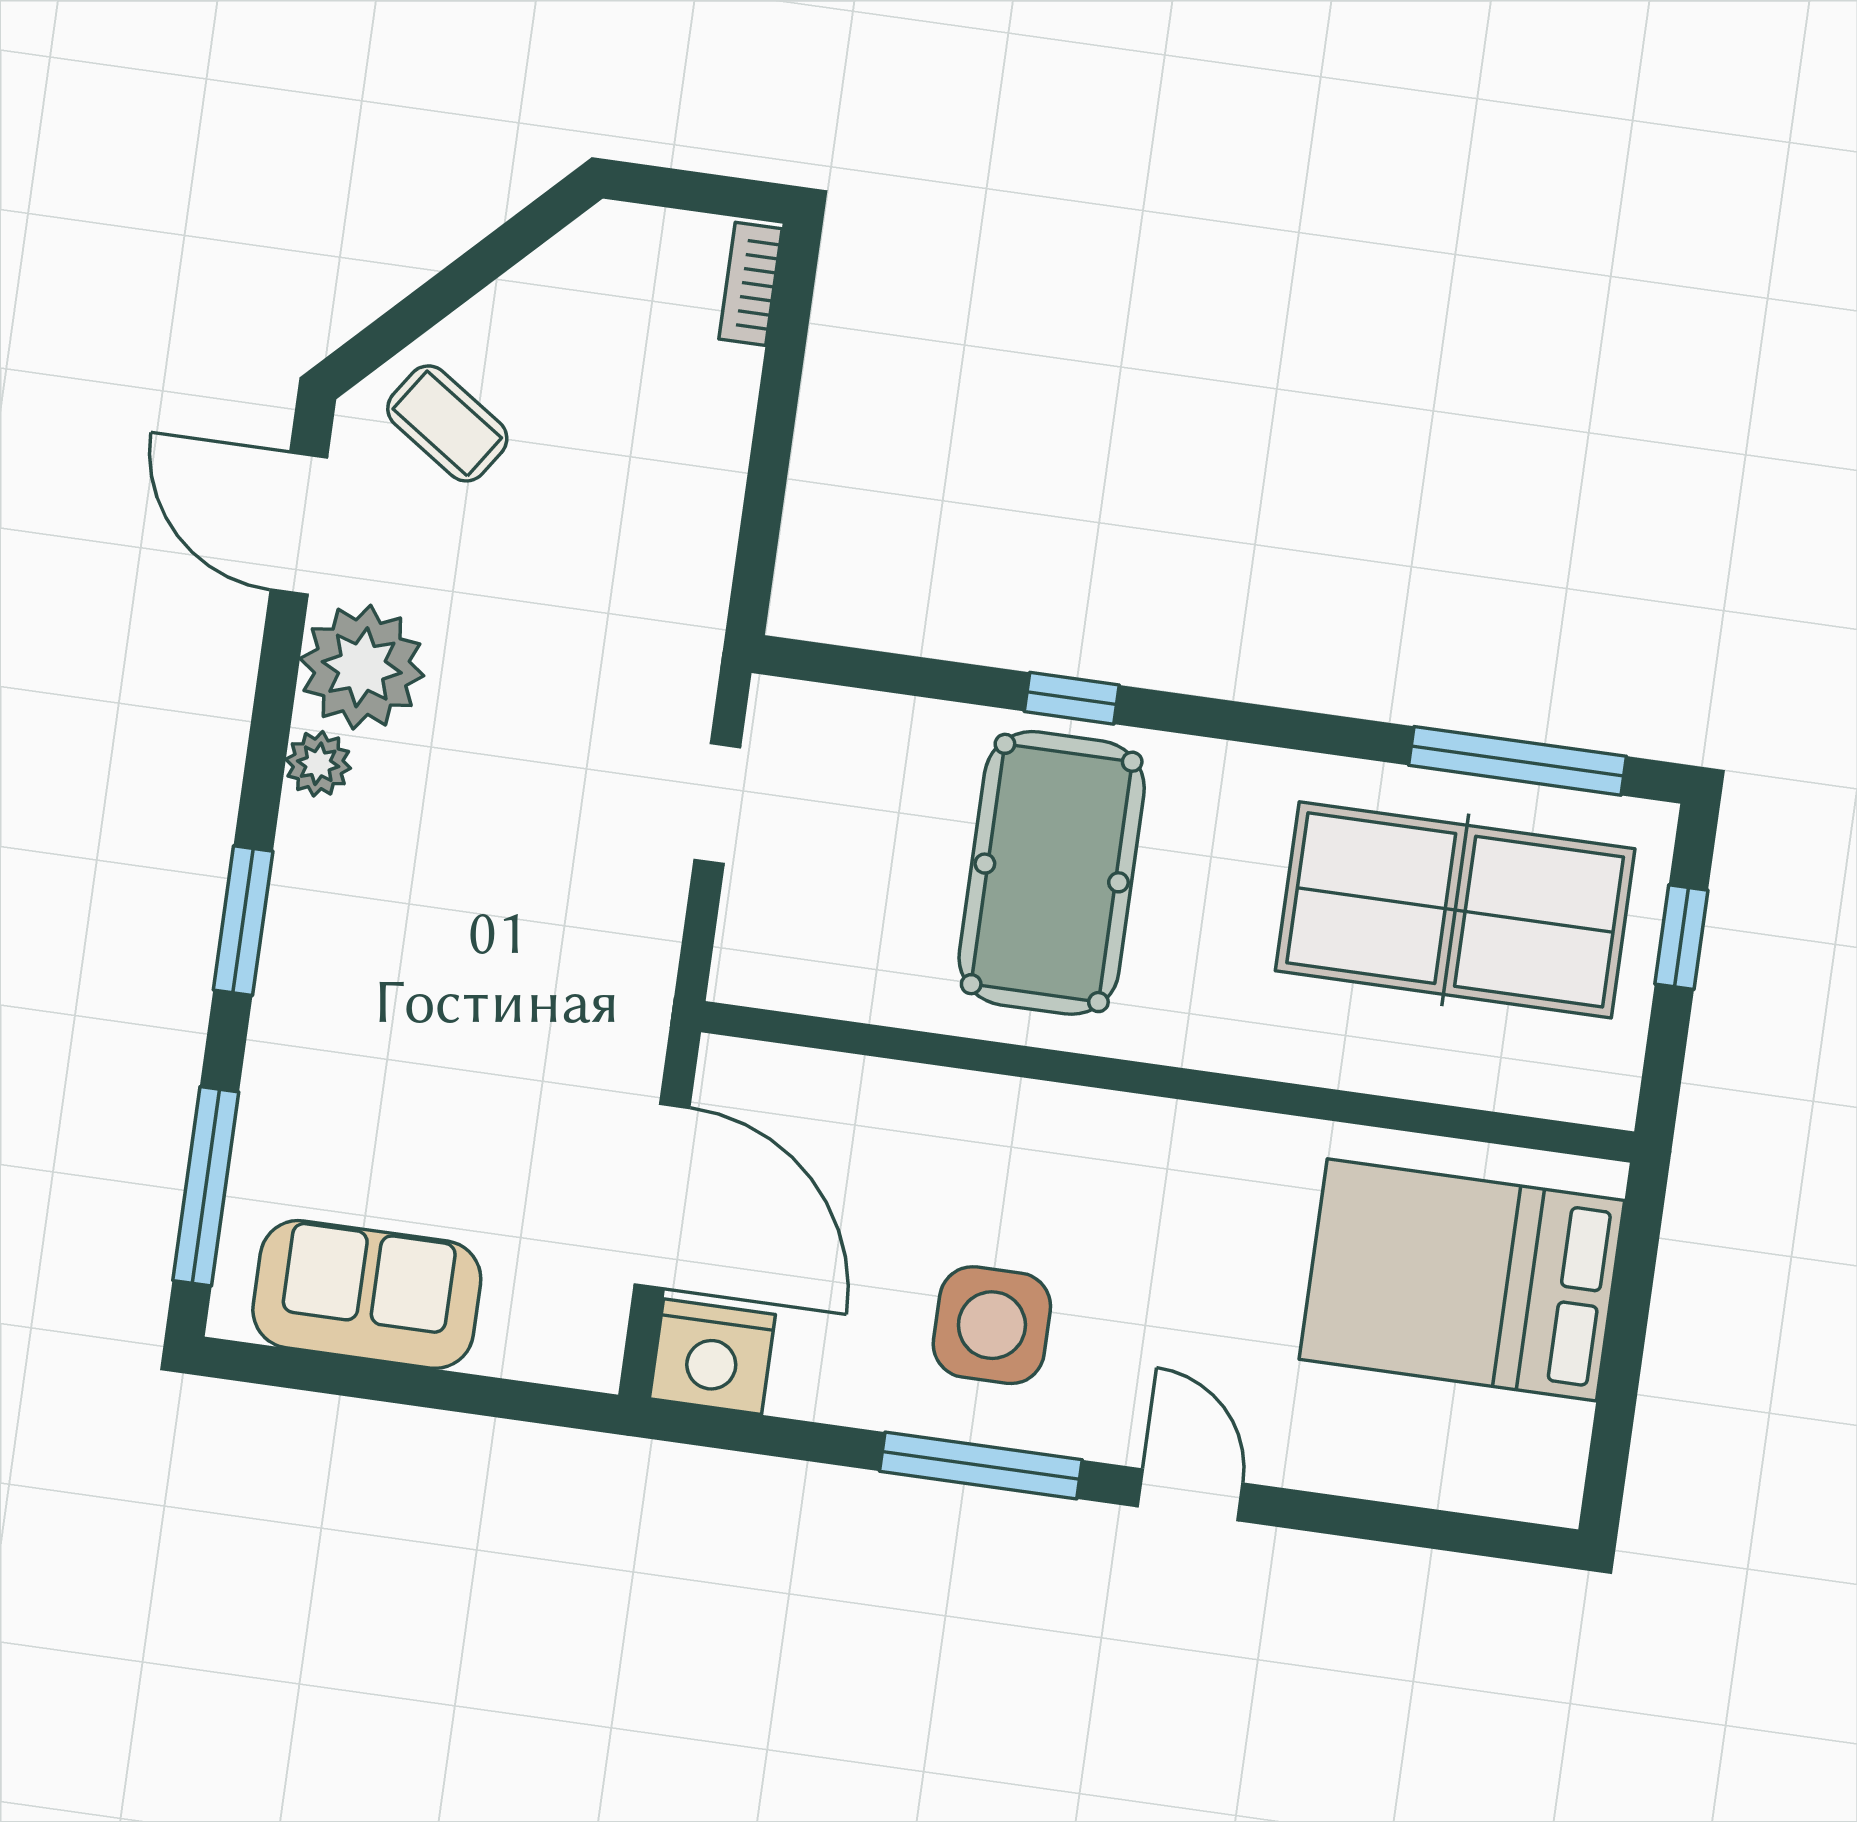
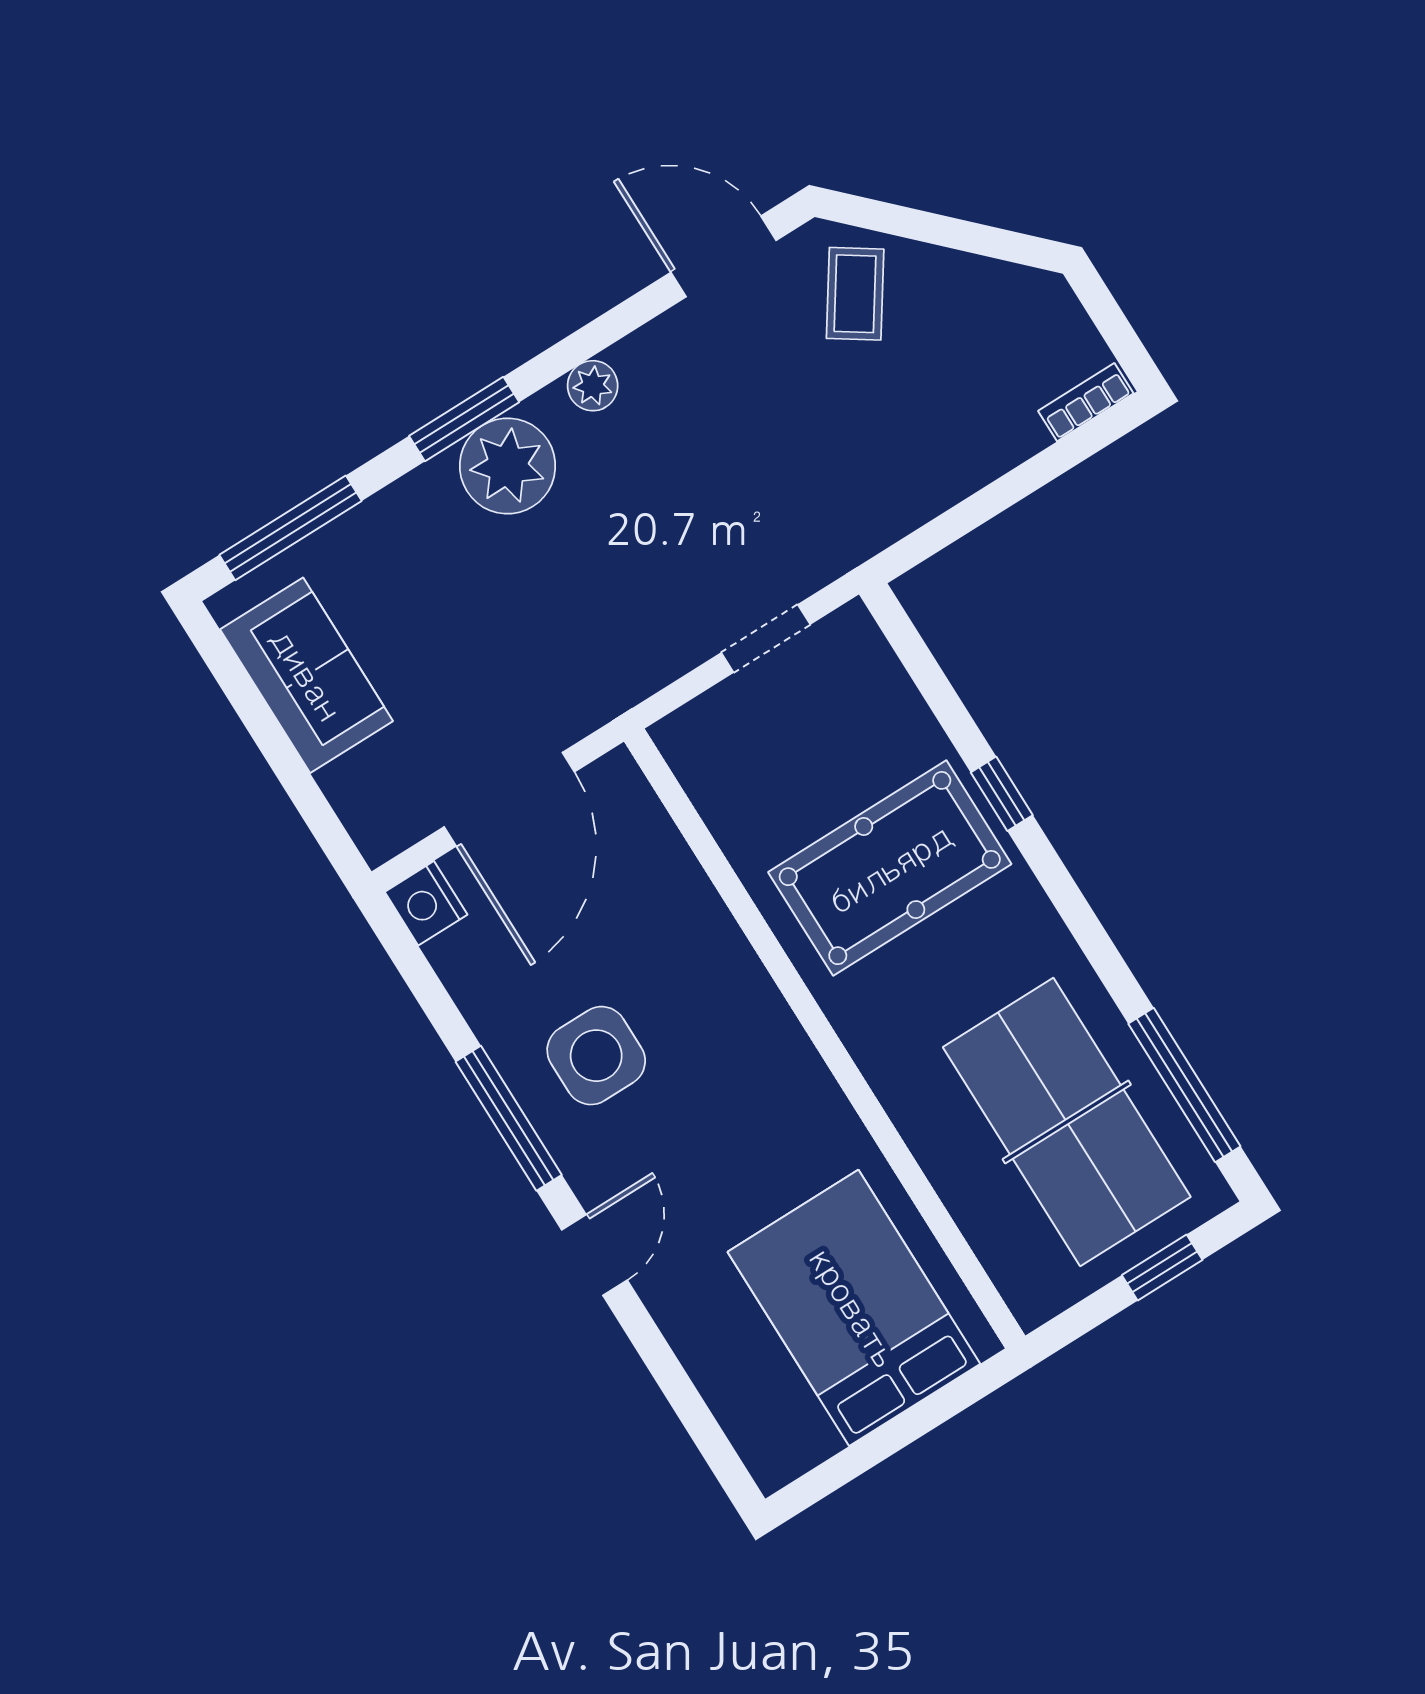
door: (299, 524) -> (723, 256), hinge flipped
plant: (362, 667) -> (508, 466), moved
nightstand: (712, 1357) -> (426, 903), width x0.74, depth x0.75

